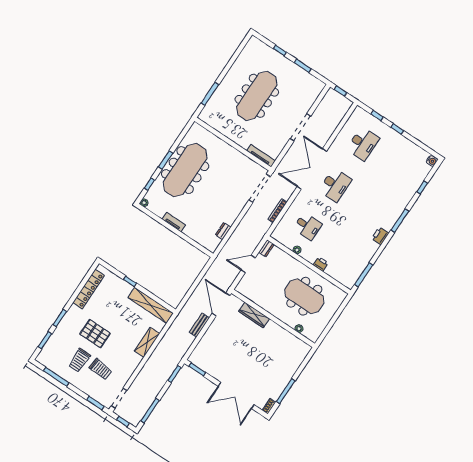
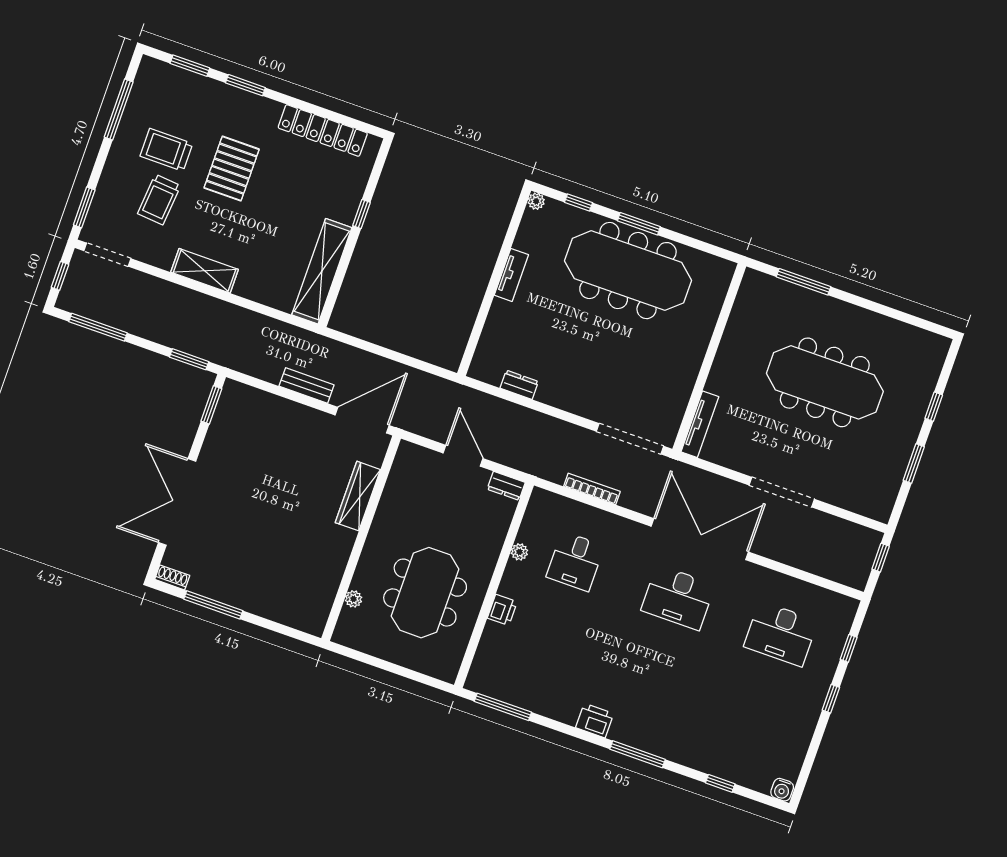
shelving: (147, 342) -> (205, 271), moved

